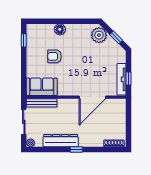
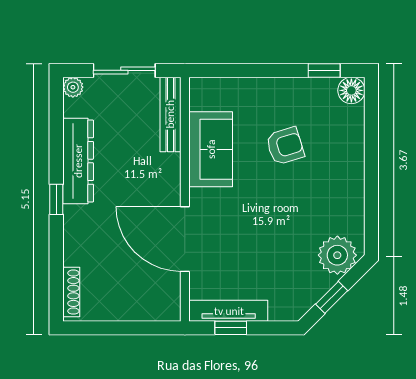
floor lamp: (60, 29) -> (351, 90), moved
armchair: (55, 56) -> (285, 146), turned 73
sofa: (42, 87) -> (211, 149), moved

